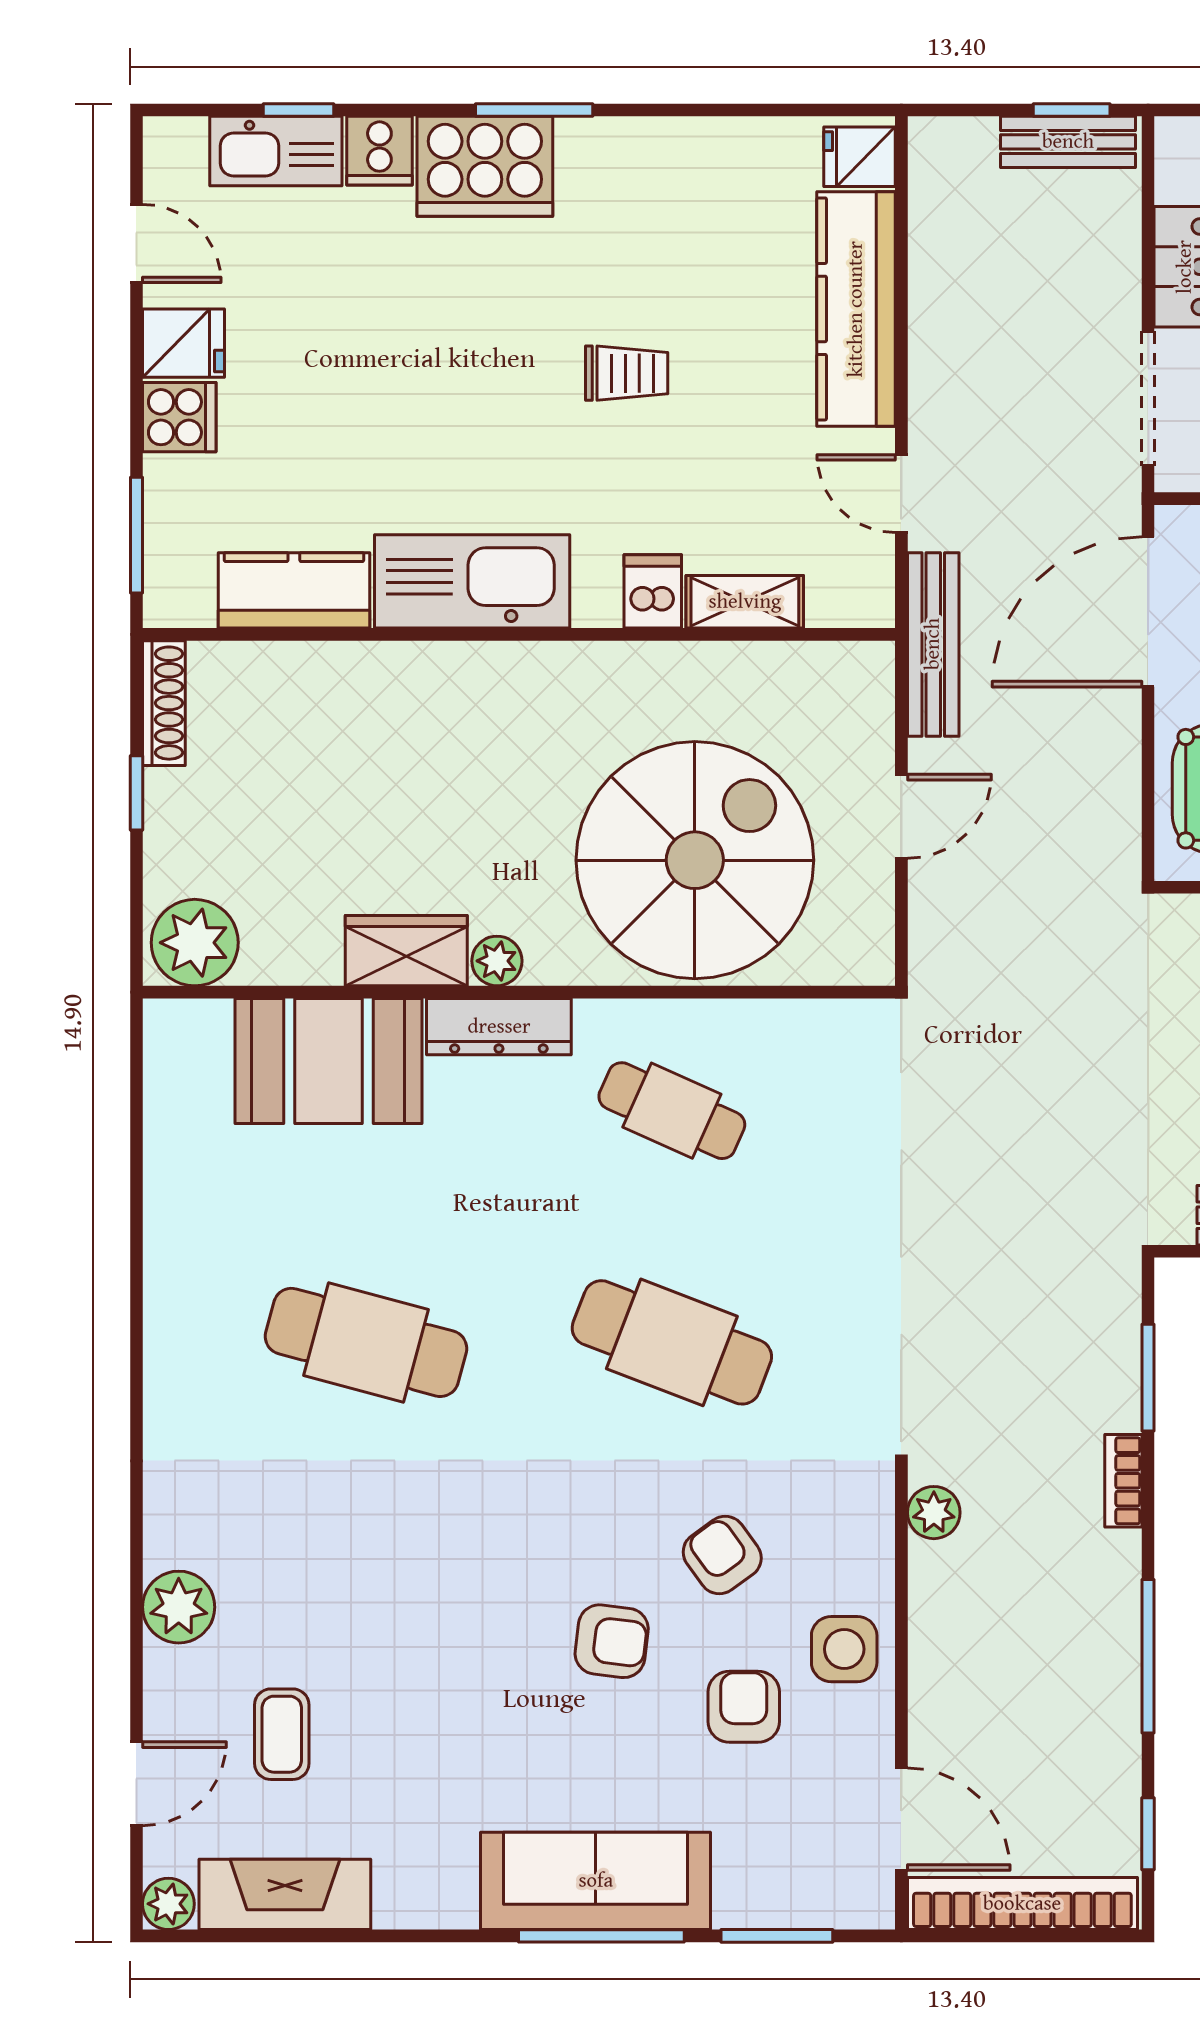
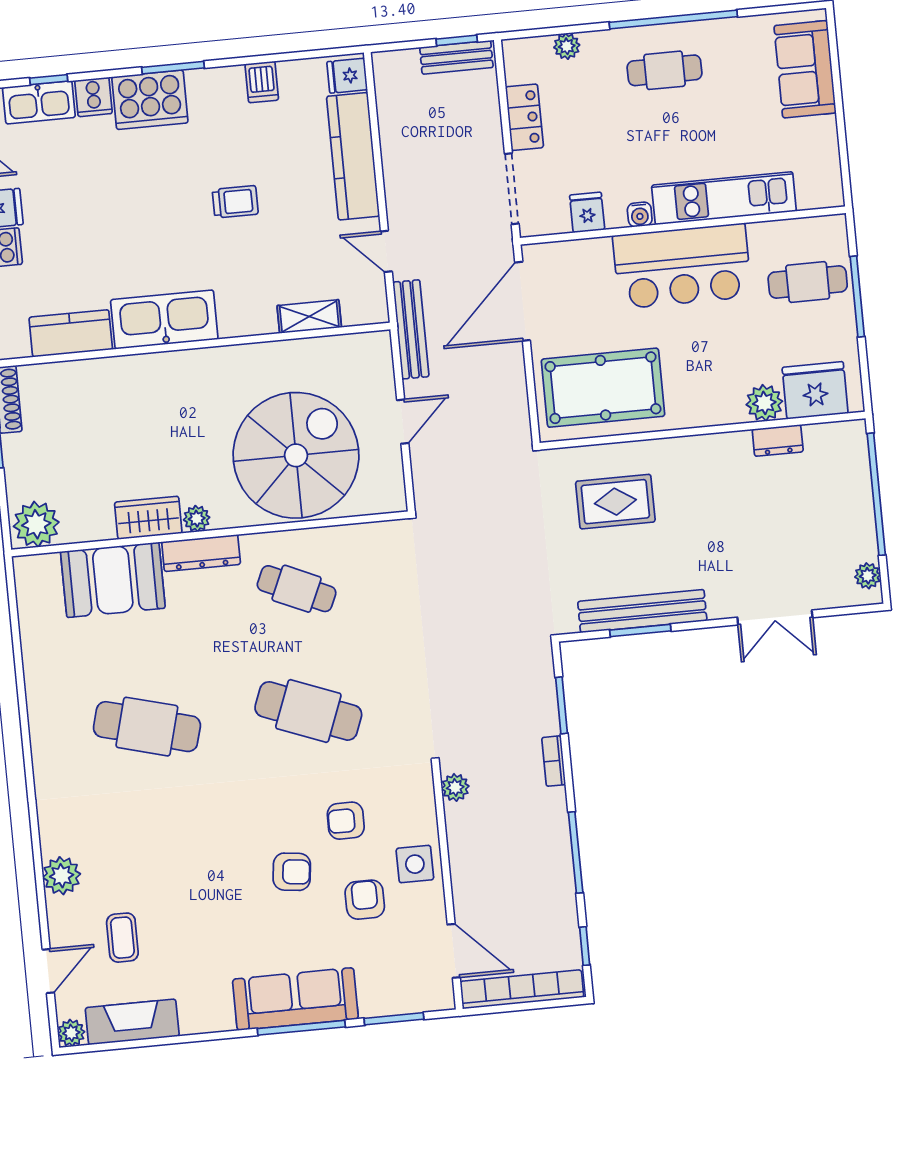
dishwasher: (653, 591) -> (262, 82), moved, turned 180
armchair: (722, 1555) -> (346, 821), turned -54

